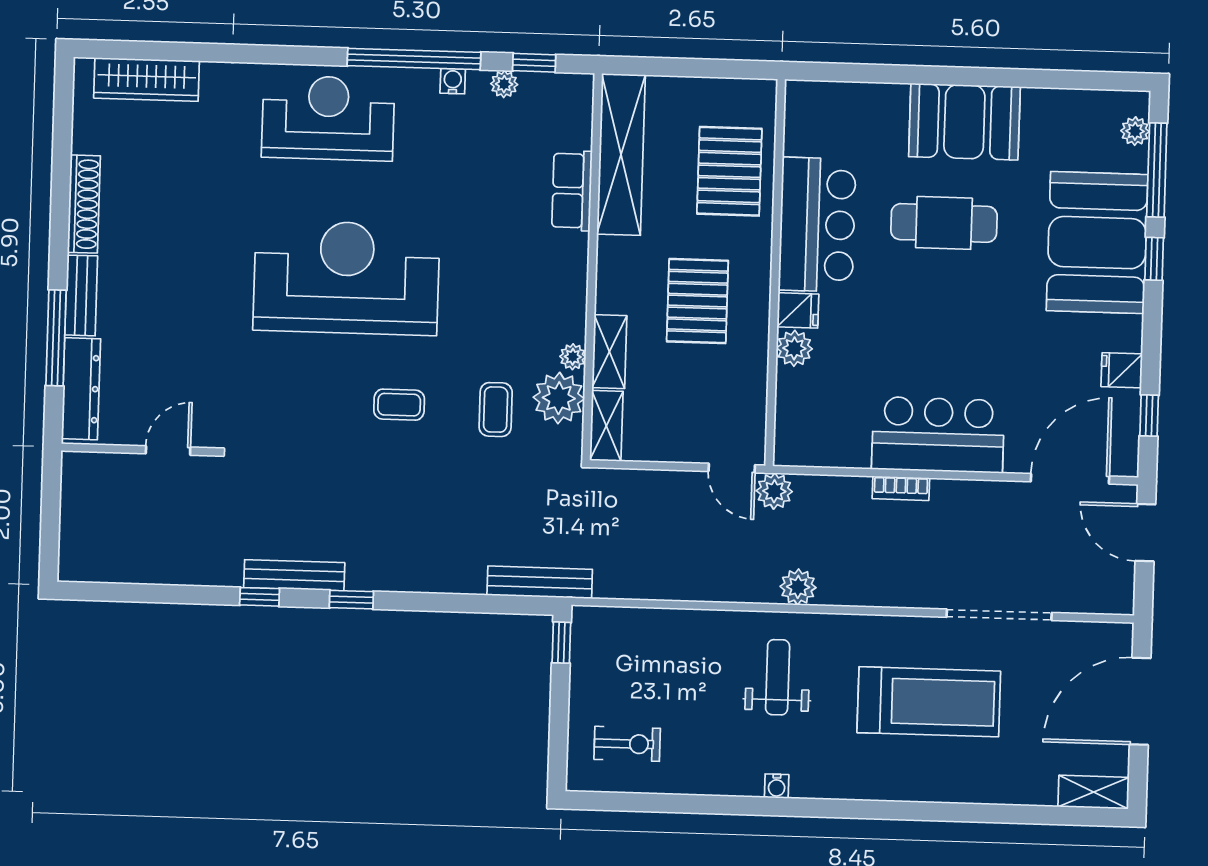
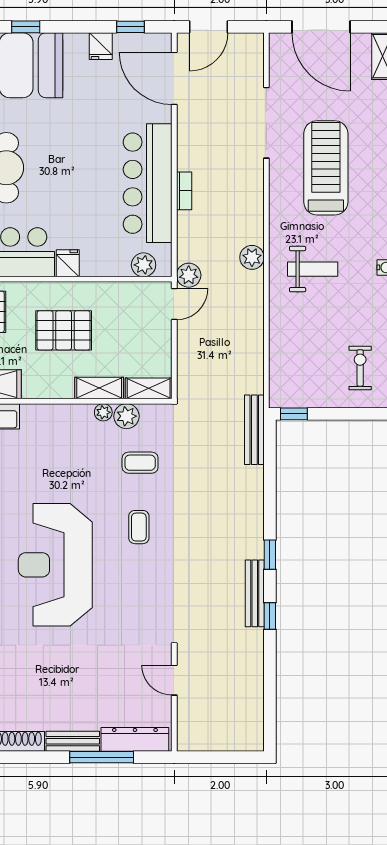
plant: (794, 348) -> (144, 265), moved
plant: (559, 398) -> (127, 416), width x0.73, depth x0.73
bar counter: (938, 435) -> (148, 183), width x1.36
weight bench: (778, 677) -> (313, 269), turned 180

